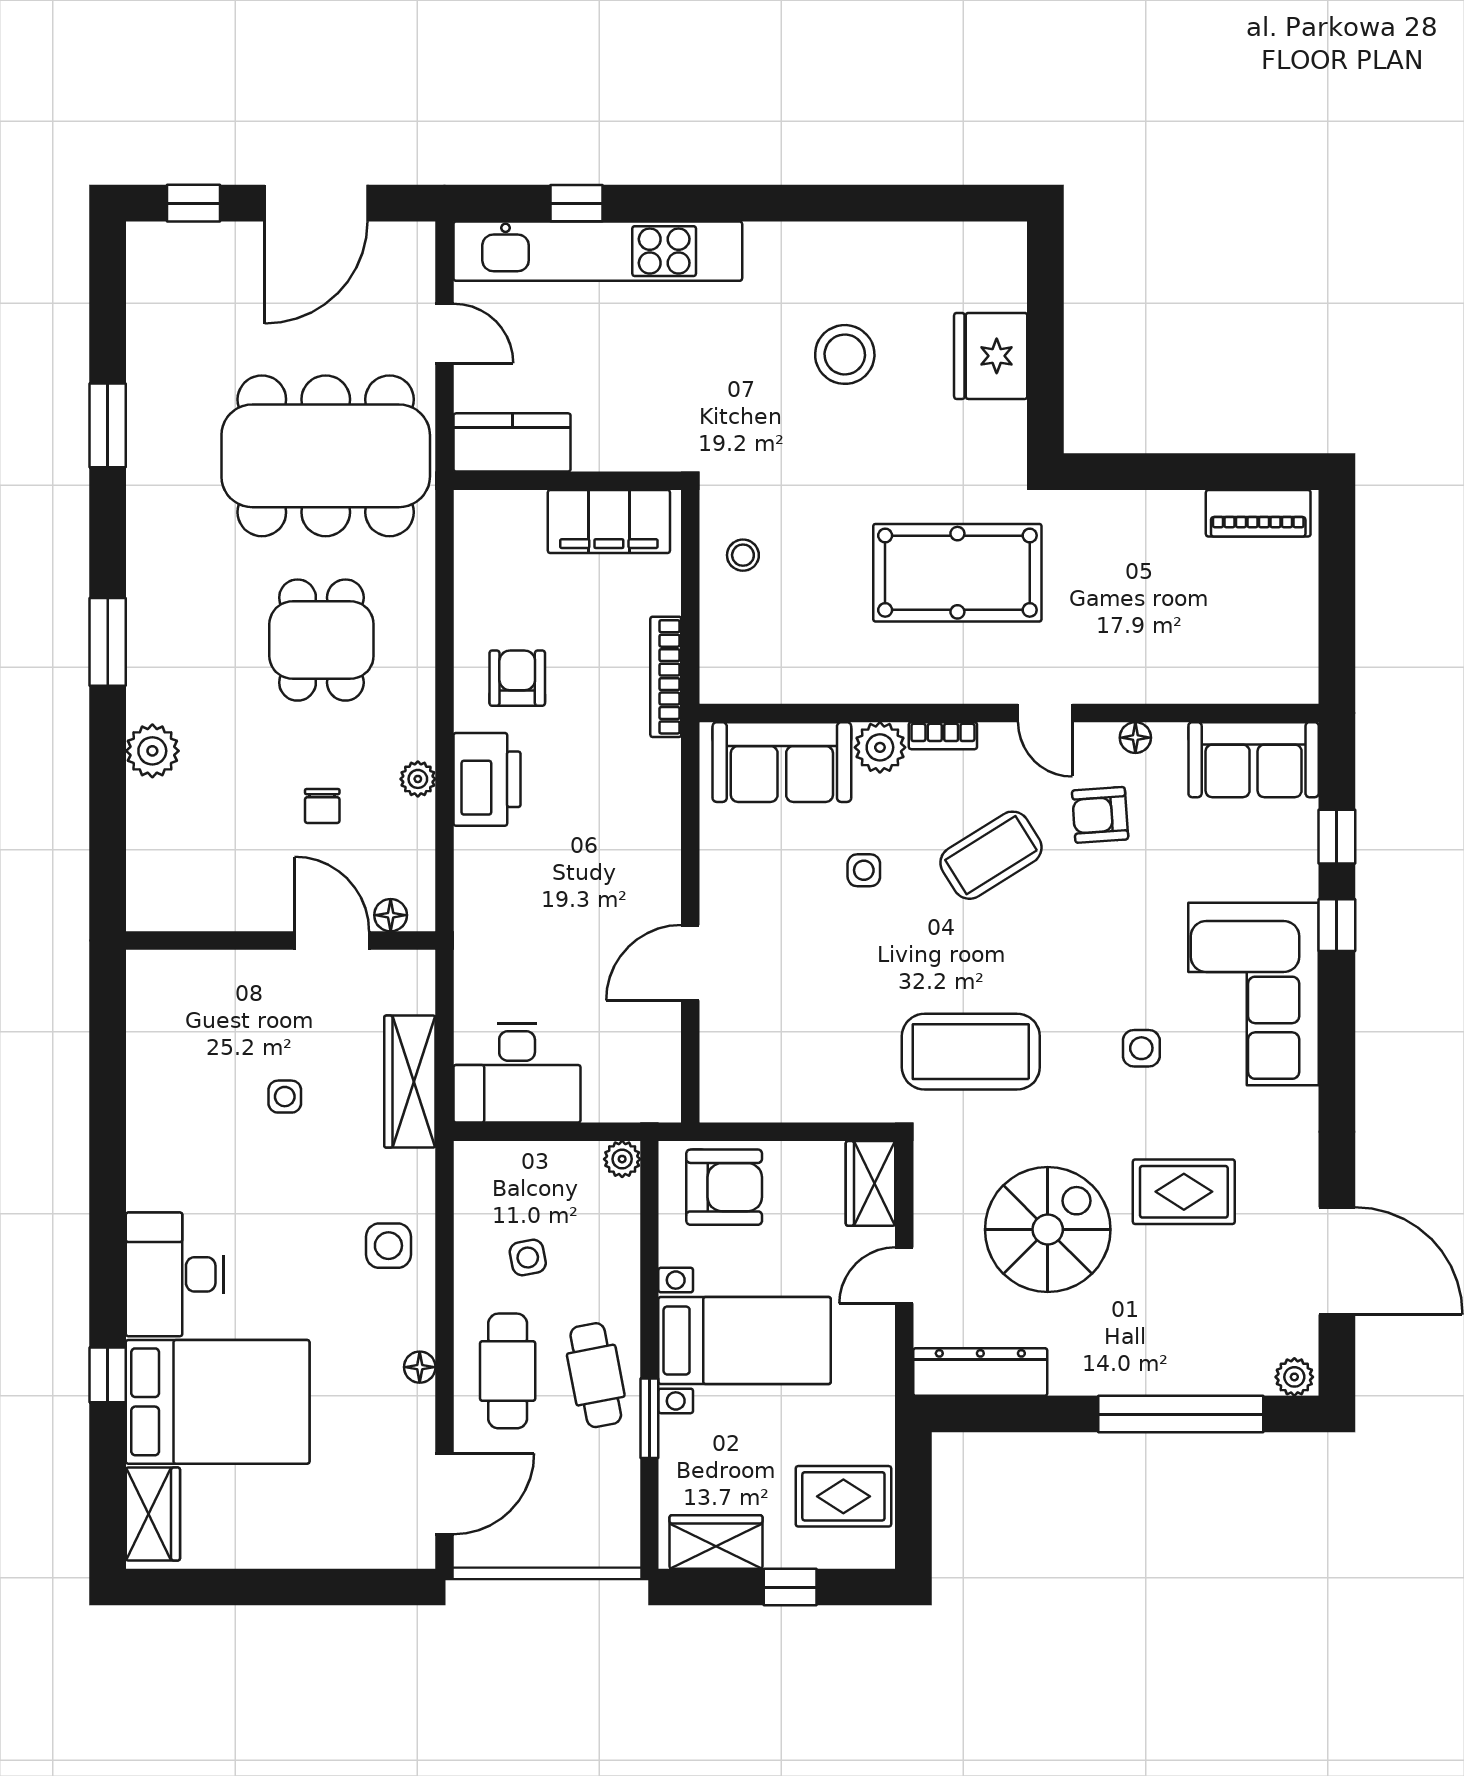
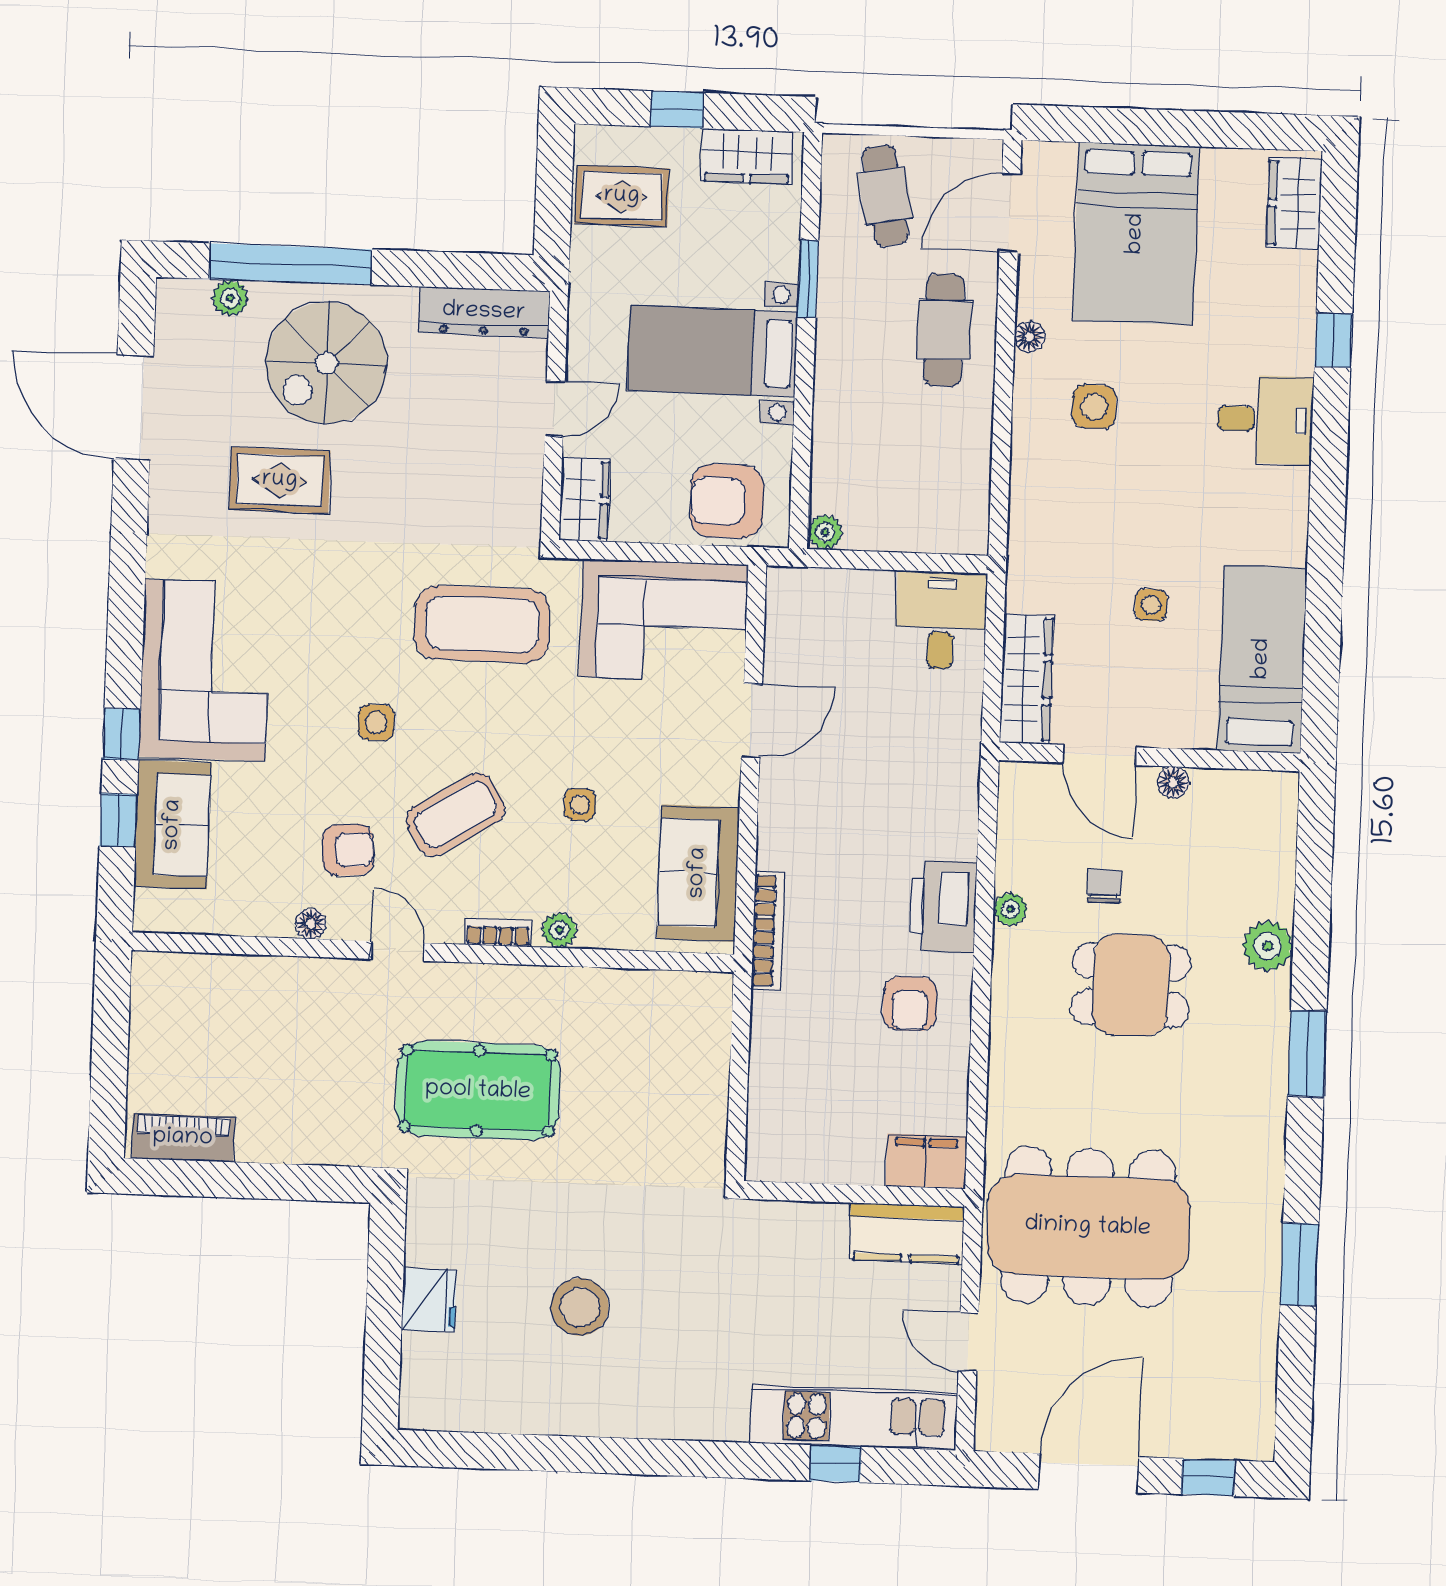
kitchen unit: (598, 251) -> (854, 1418), width x0.73
fridge: (991, 356) -> (429, 1300), width x0.73, depth x0.75
filing cabinet: (609, 521) -> (926, 1161), moved, width x0.67, depth x0.86
stool: (743, 555) -> (686, 1115), removed
dining table: (321, 640) -> (1131, 985), moved, turned 90
bookcase: (666, 677) -> (768, 931), moved
plant: (880, 747) -> (559, 930), width x0.73, depth x0.73
sofa: (1254, 760) -> (173, 825), moved, turned 90
sofa: (782, 762) -> (698, 873), moved, turned -90
floor lamp: (391, 915) -> (1173, 782), moved
bed: (169, 1045) -> (1262, 659), added
side table: (1141, 1048) -> (376, 722), moved
corner sofa: (784, 1062) -> (664, 621), added
desk: (517, 1073) -> (941, 620), width x0.73
wardrobe: (410, 1082) -> (1027, 679), moved
spiral stairs: (1048, 1230) -> (327, 363), moved
side table: (388, 1246) -> (1094, 407), moved
side table: (528, 1257) -> (920, 440), removed
desk: (174, 1274) -> (1265, 419), width x0.73
cafe table: (596, 1375) -> (885, 196), moved
plant: (1294, 1377) -> (230, 298), moved
bed: (218, 1402) -> (1136, 234), moved, turned -90

